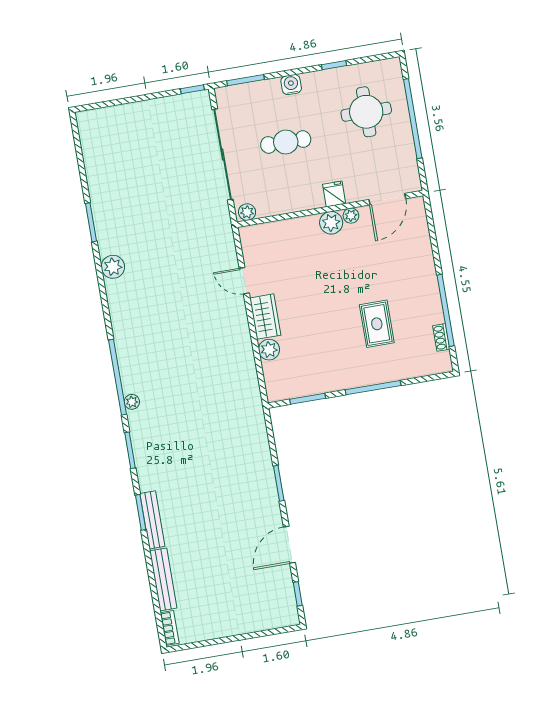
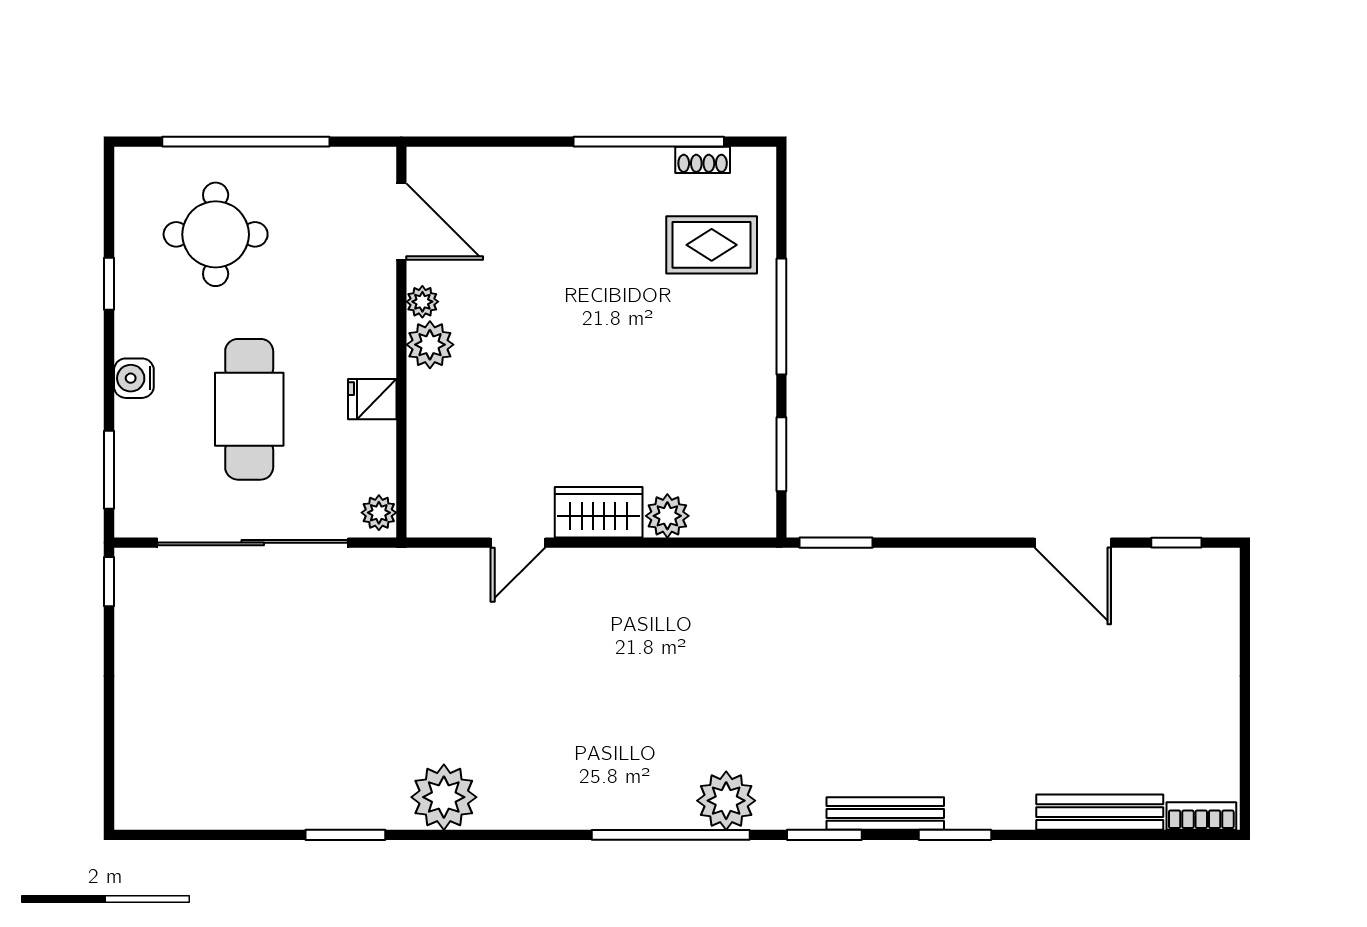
cafe table: (286, 142) -> (249, 409), width x1.37, depth x1.35
fridge: (334, 194) -> (372, 399), moved
plant: (113, 267) -> (444, 797), width x1.36, depth x1.36
rug: (377, 324) -> (712, 245), moved
plant: (132, 402) -> (726, 801), width x1.87, depth x1.87
window: (279, 483) -> (836, 543), moved
bench: (152, 520) -> (885, 813), moved

